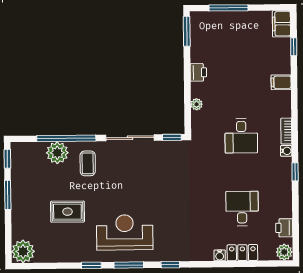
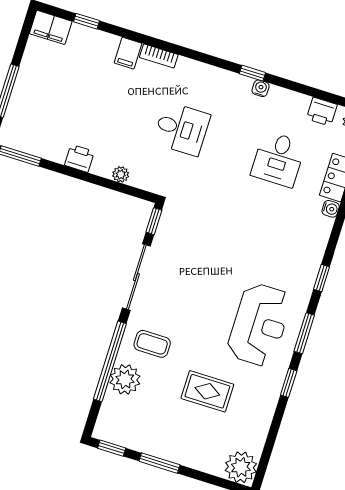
bookcase: (286, 131) -> (159, 56), moved
water cooler: (286, 151) -> (261, 88), moved
desk: (242, 209) -> (278, 159), turned -90
rug: (67, 212) -> (207, 391), turned 90
reception desk: (125, 232) -> (259, 325), turned 180

